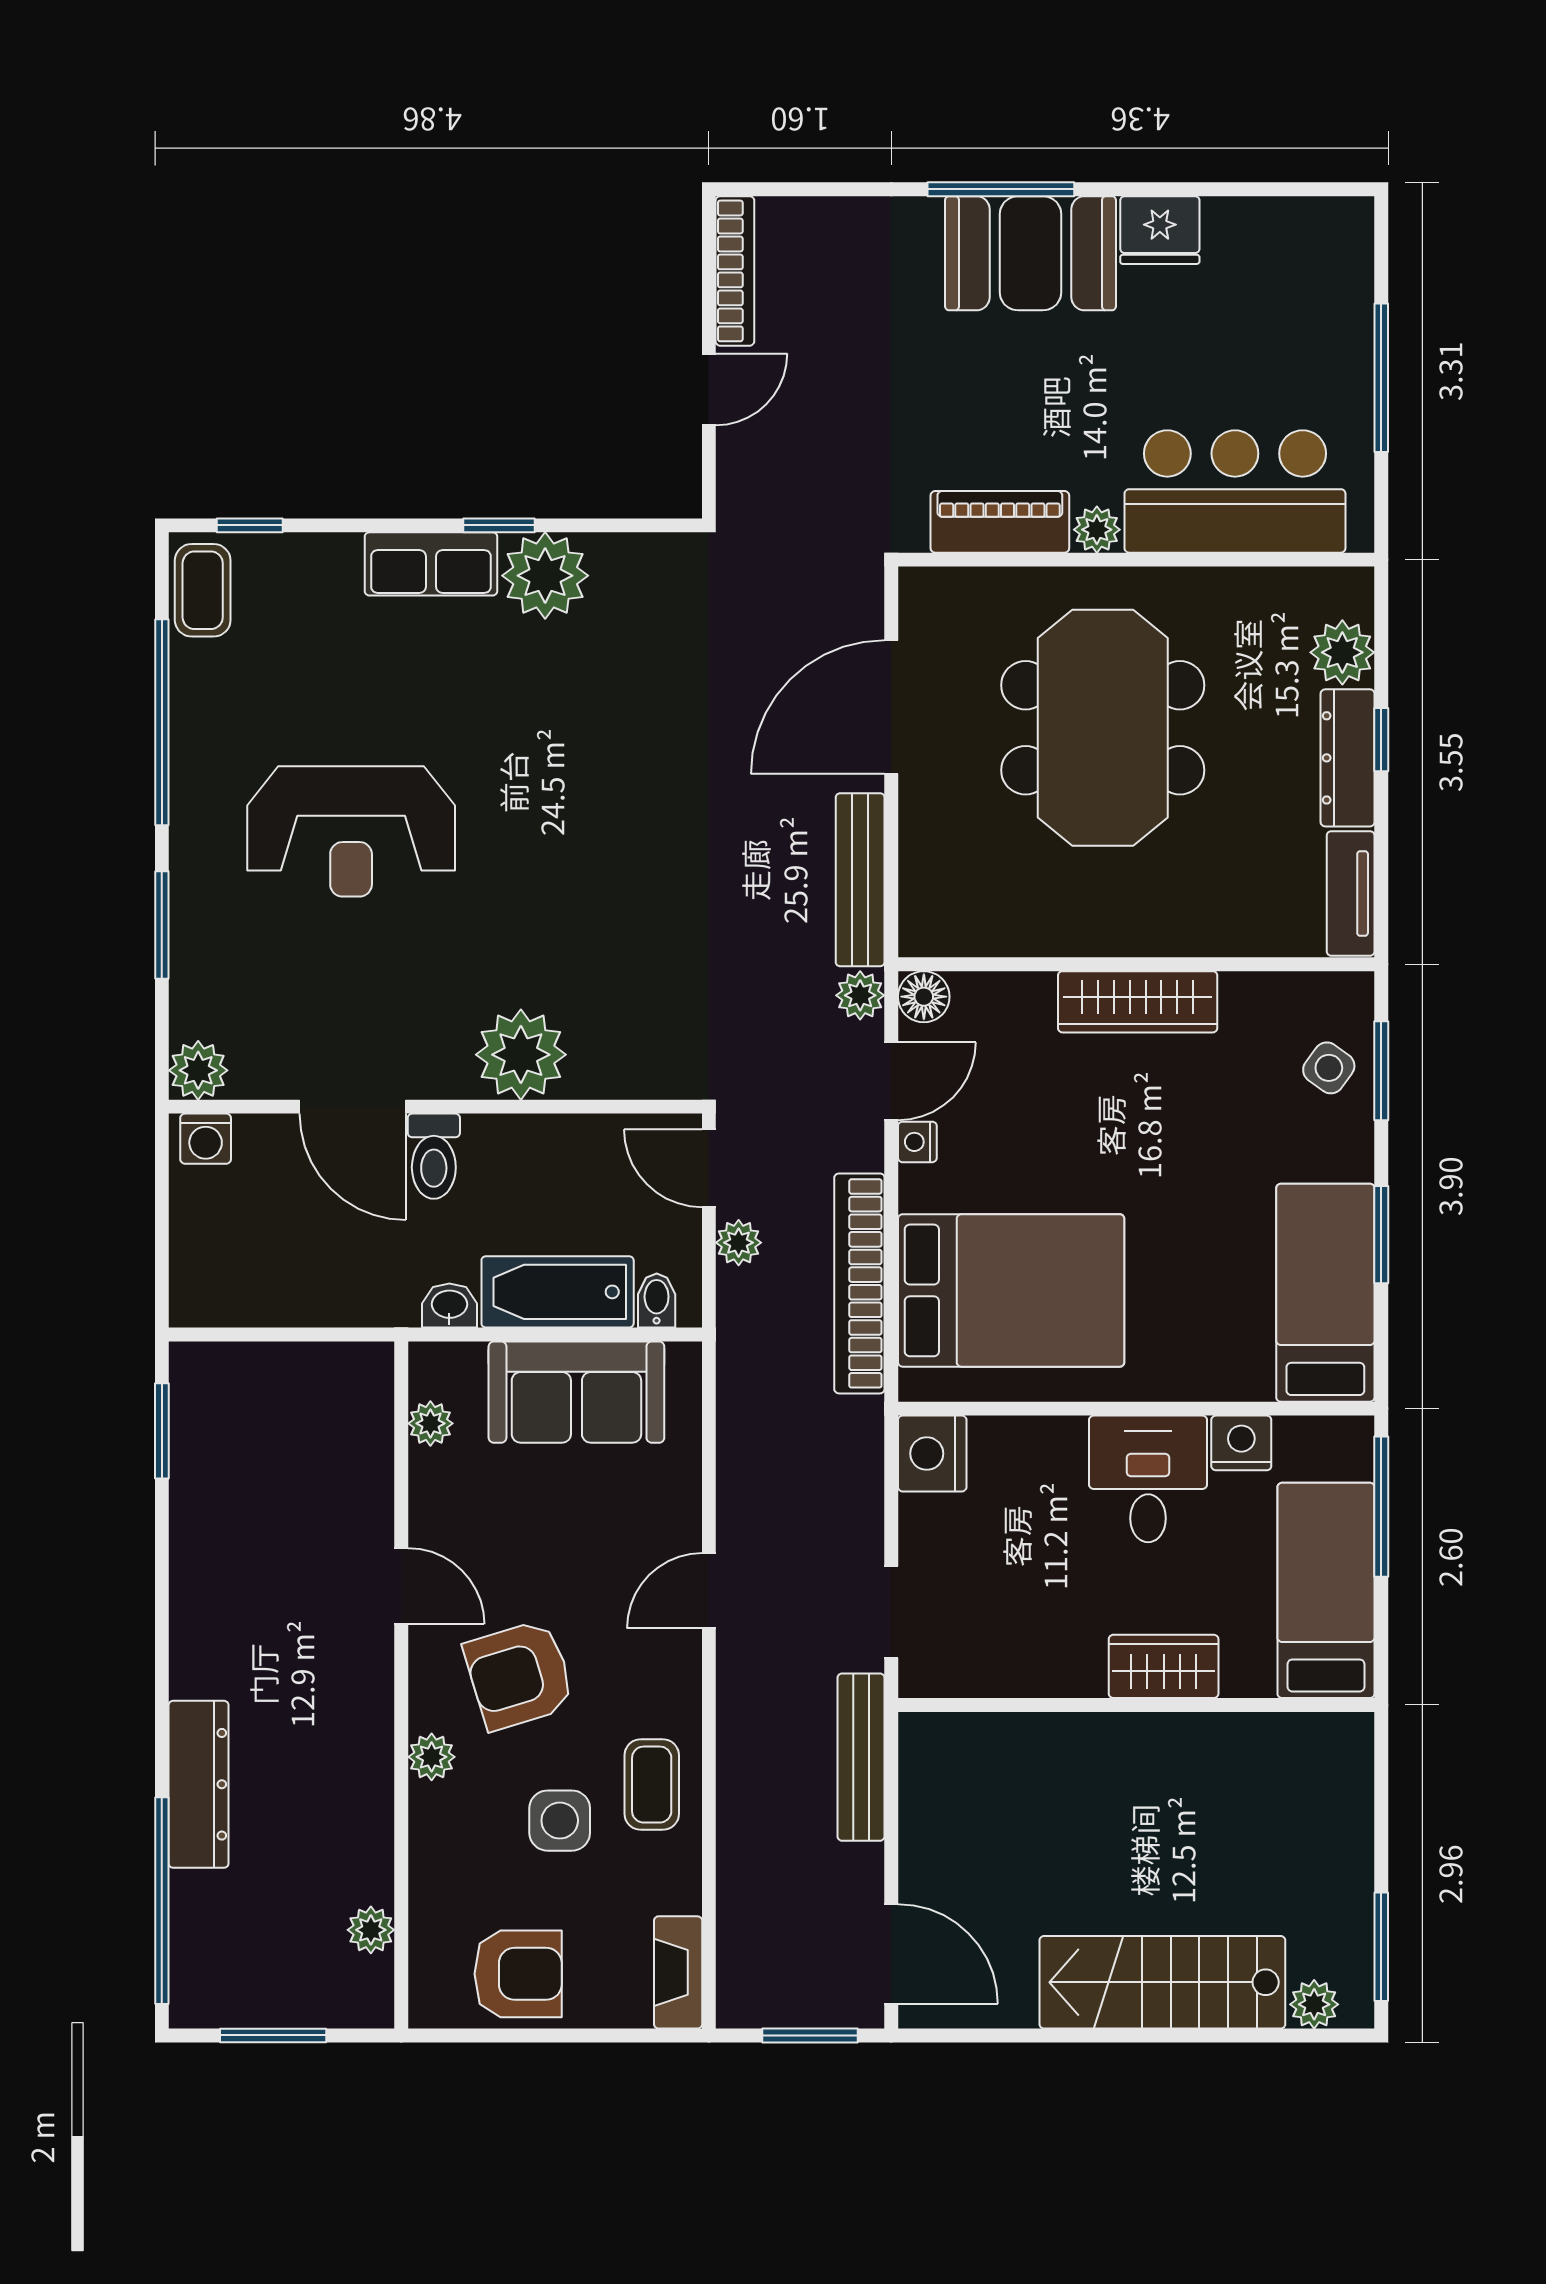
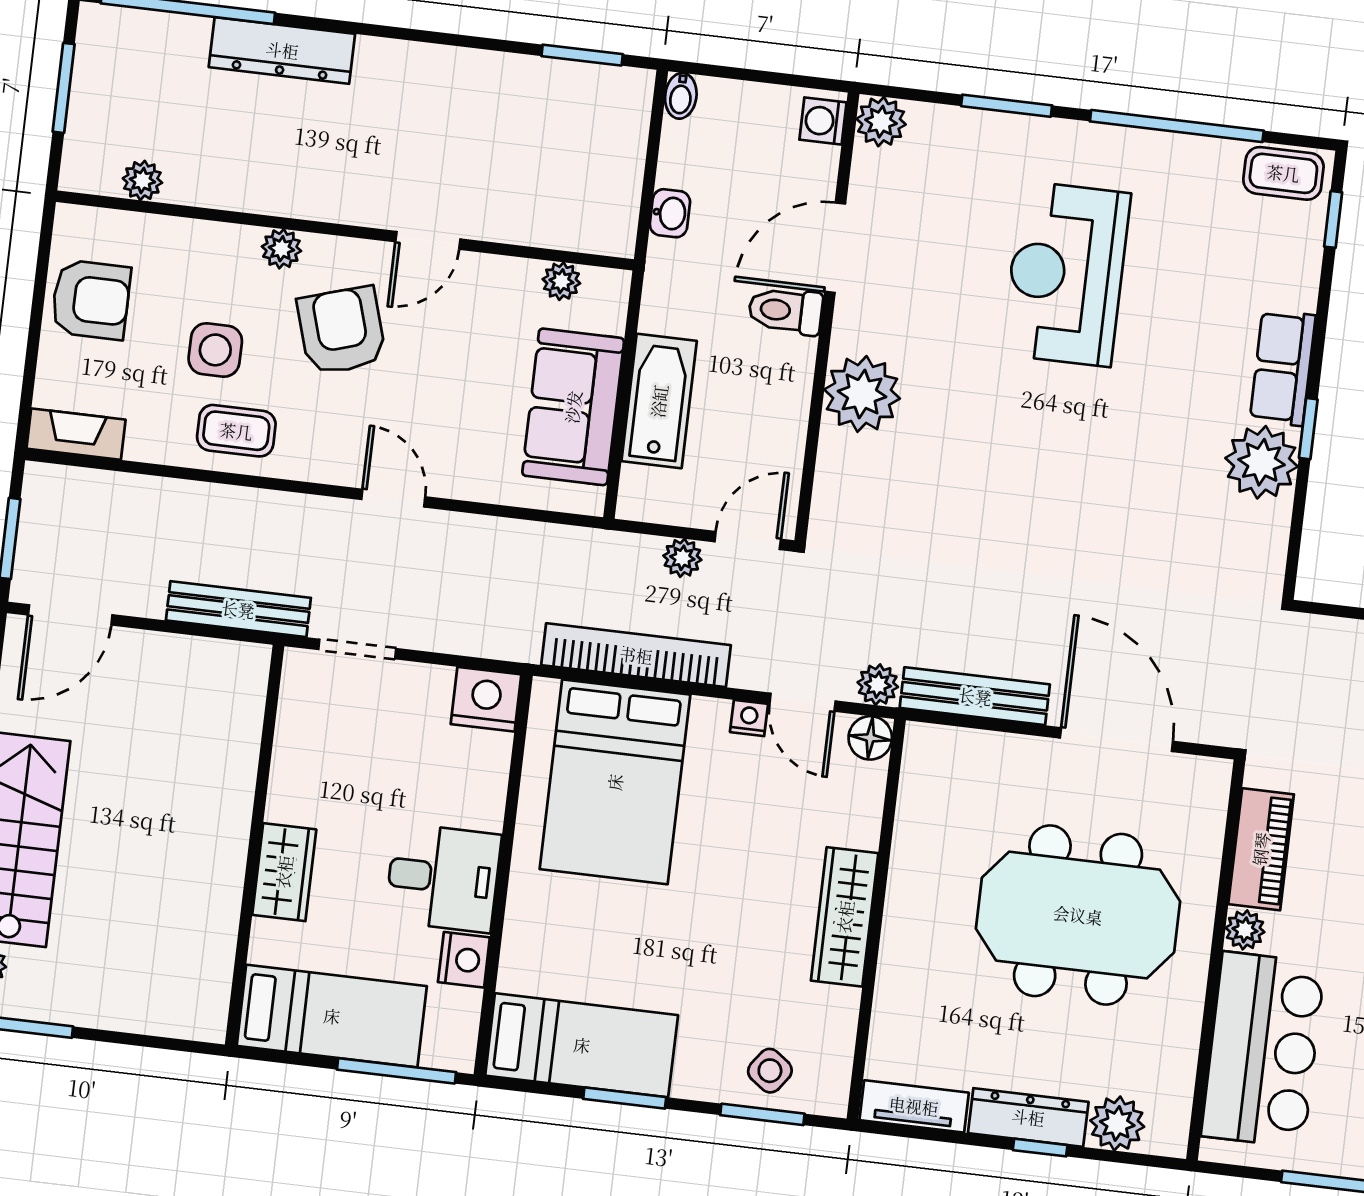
bidet: (657, 1301) -> (681, 96), moved, turned 90
washbasin: (449, 1306) -> (670, 213), moved
armchair: (518, 1974) -> (91, 300), turned -90

